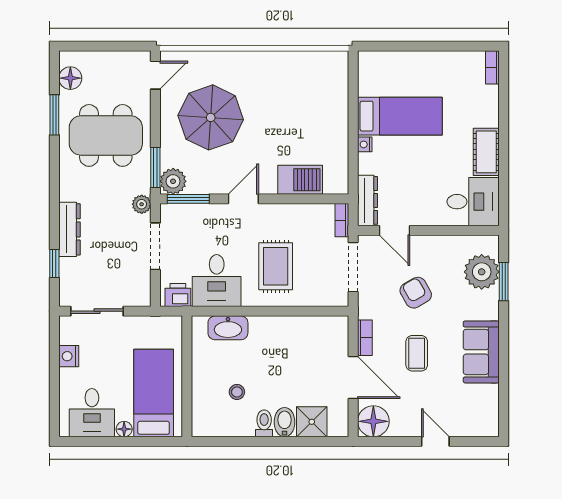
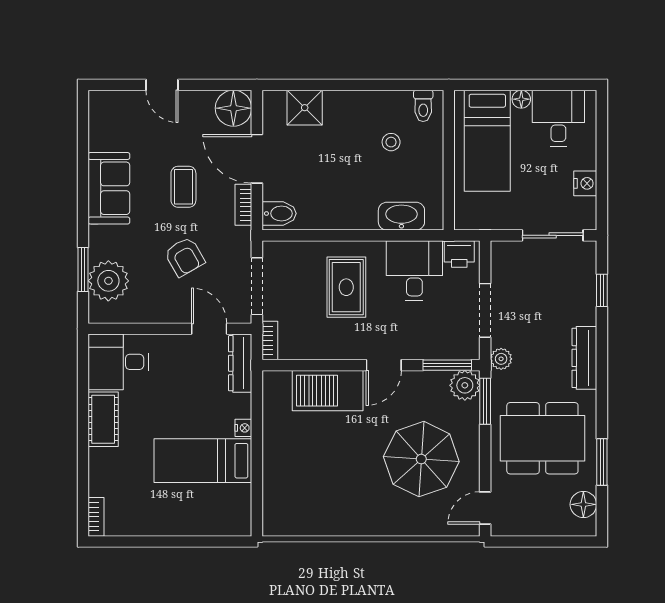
barbecue: (300, 180) -> (328, 391), width x1.37, depth x1.21
dresser: (70, 229) -> (584, 358), moved
bidet: (284, 422) -> (279, 213), moved, turned -90
toilet: (264, 423) -> (423, 106), moved

